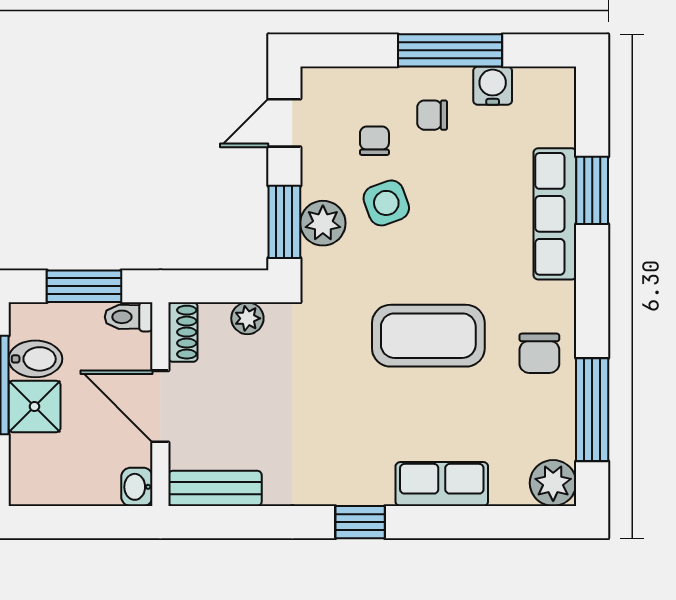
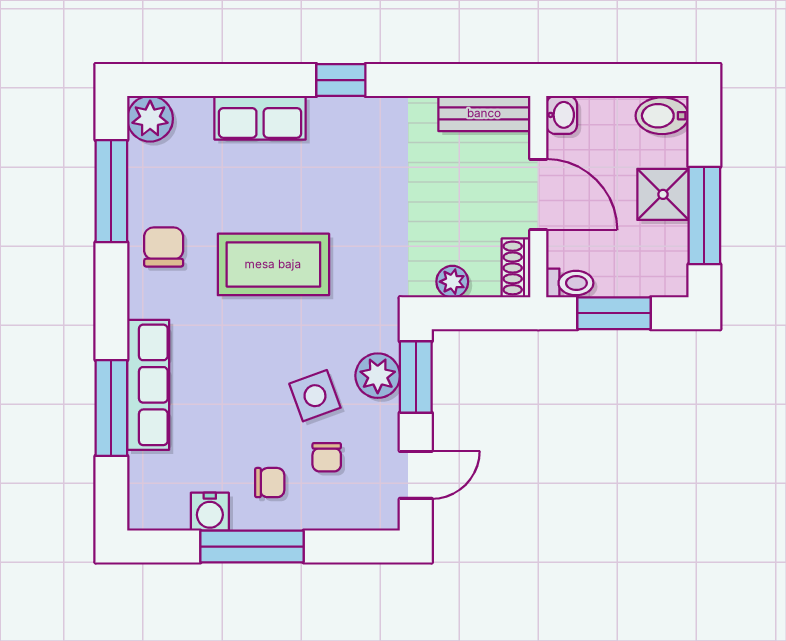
window: (592, 190) -> (111, 408), width x1.44
bidet: (35, 359) -> (662, 116), moved

